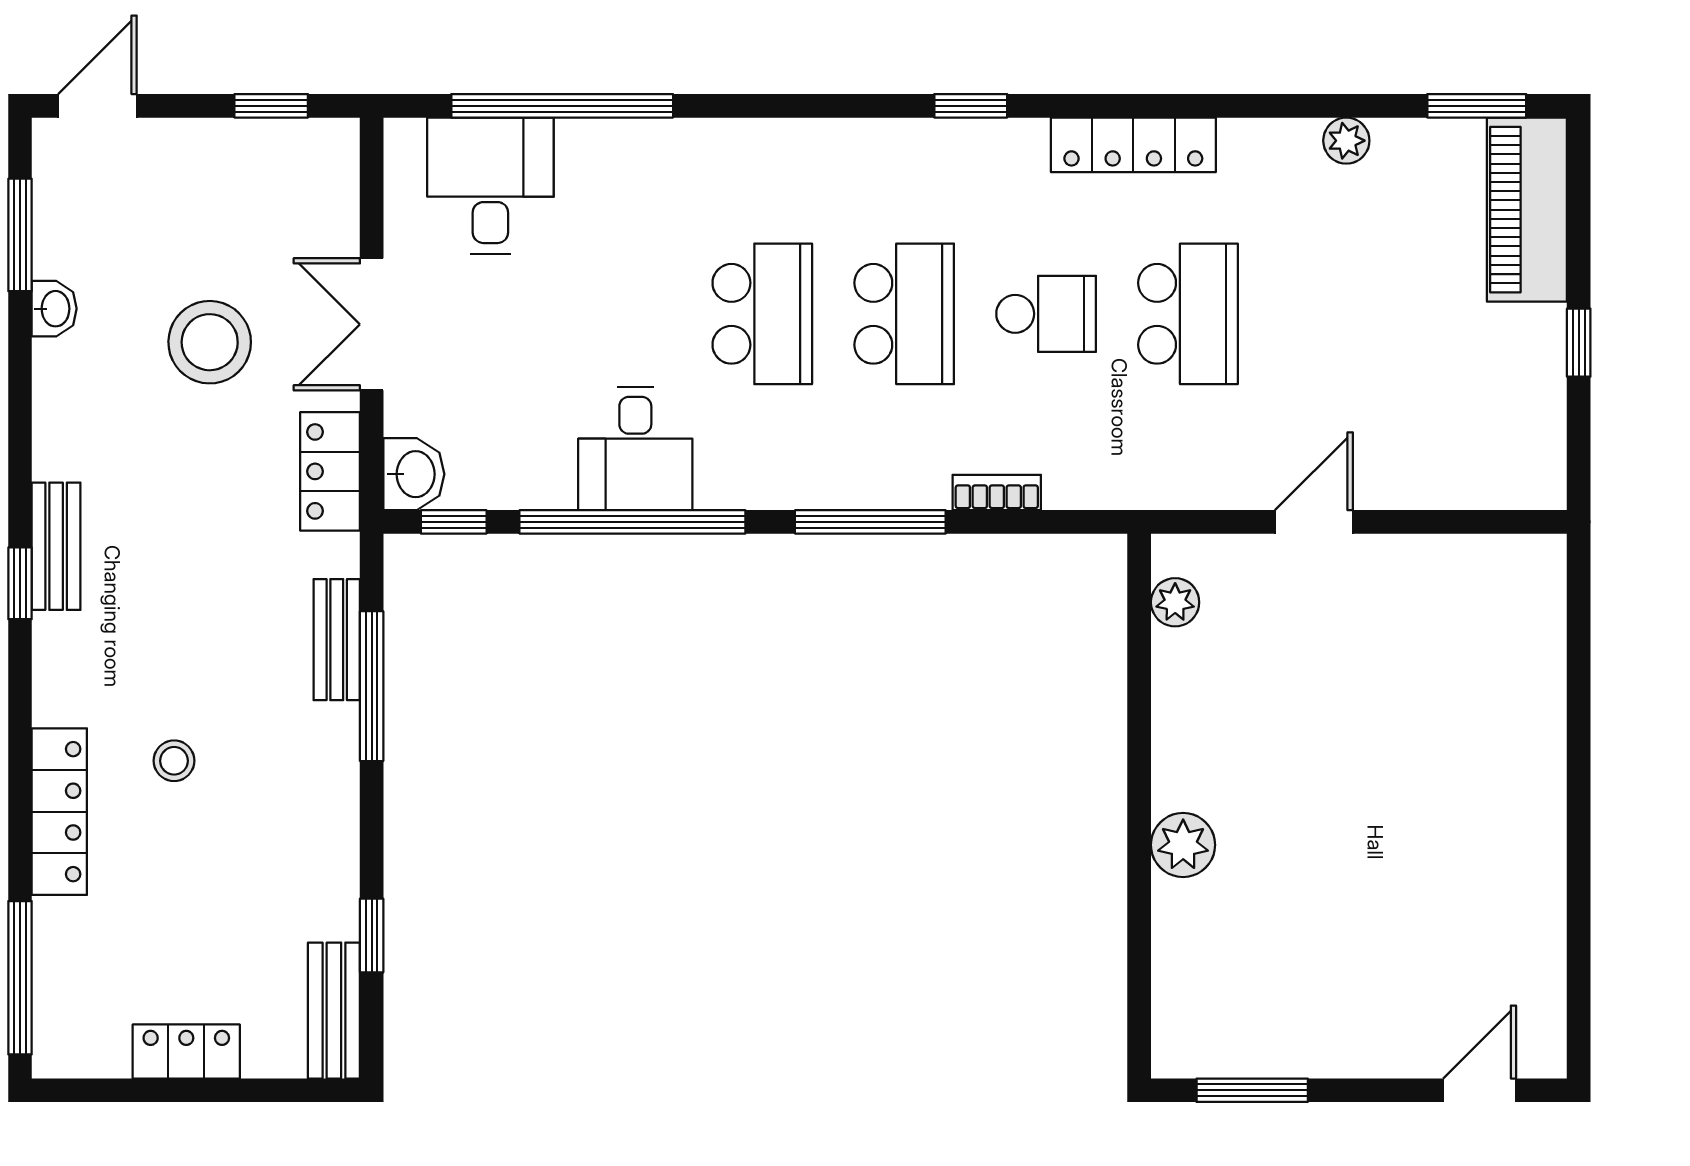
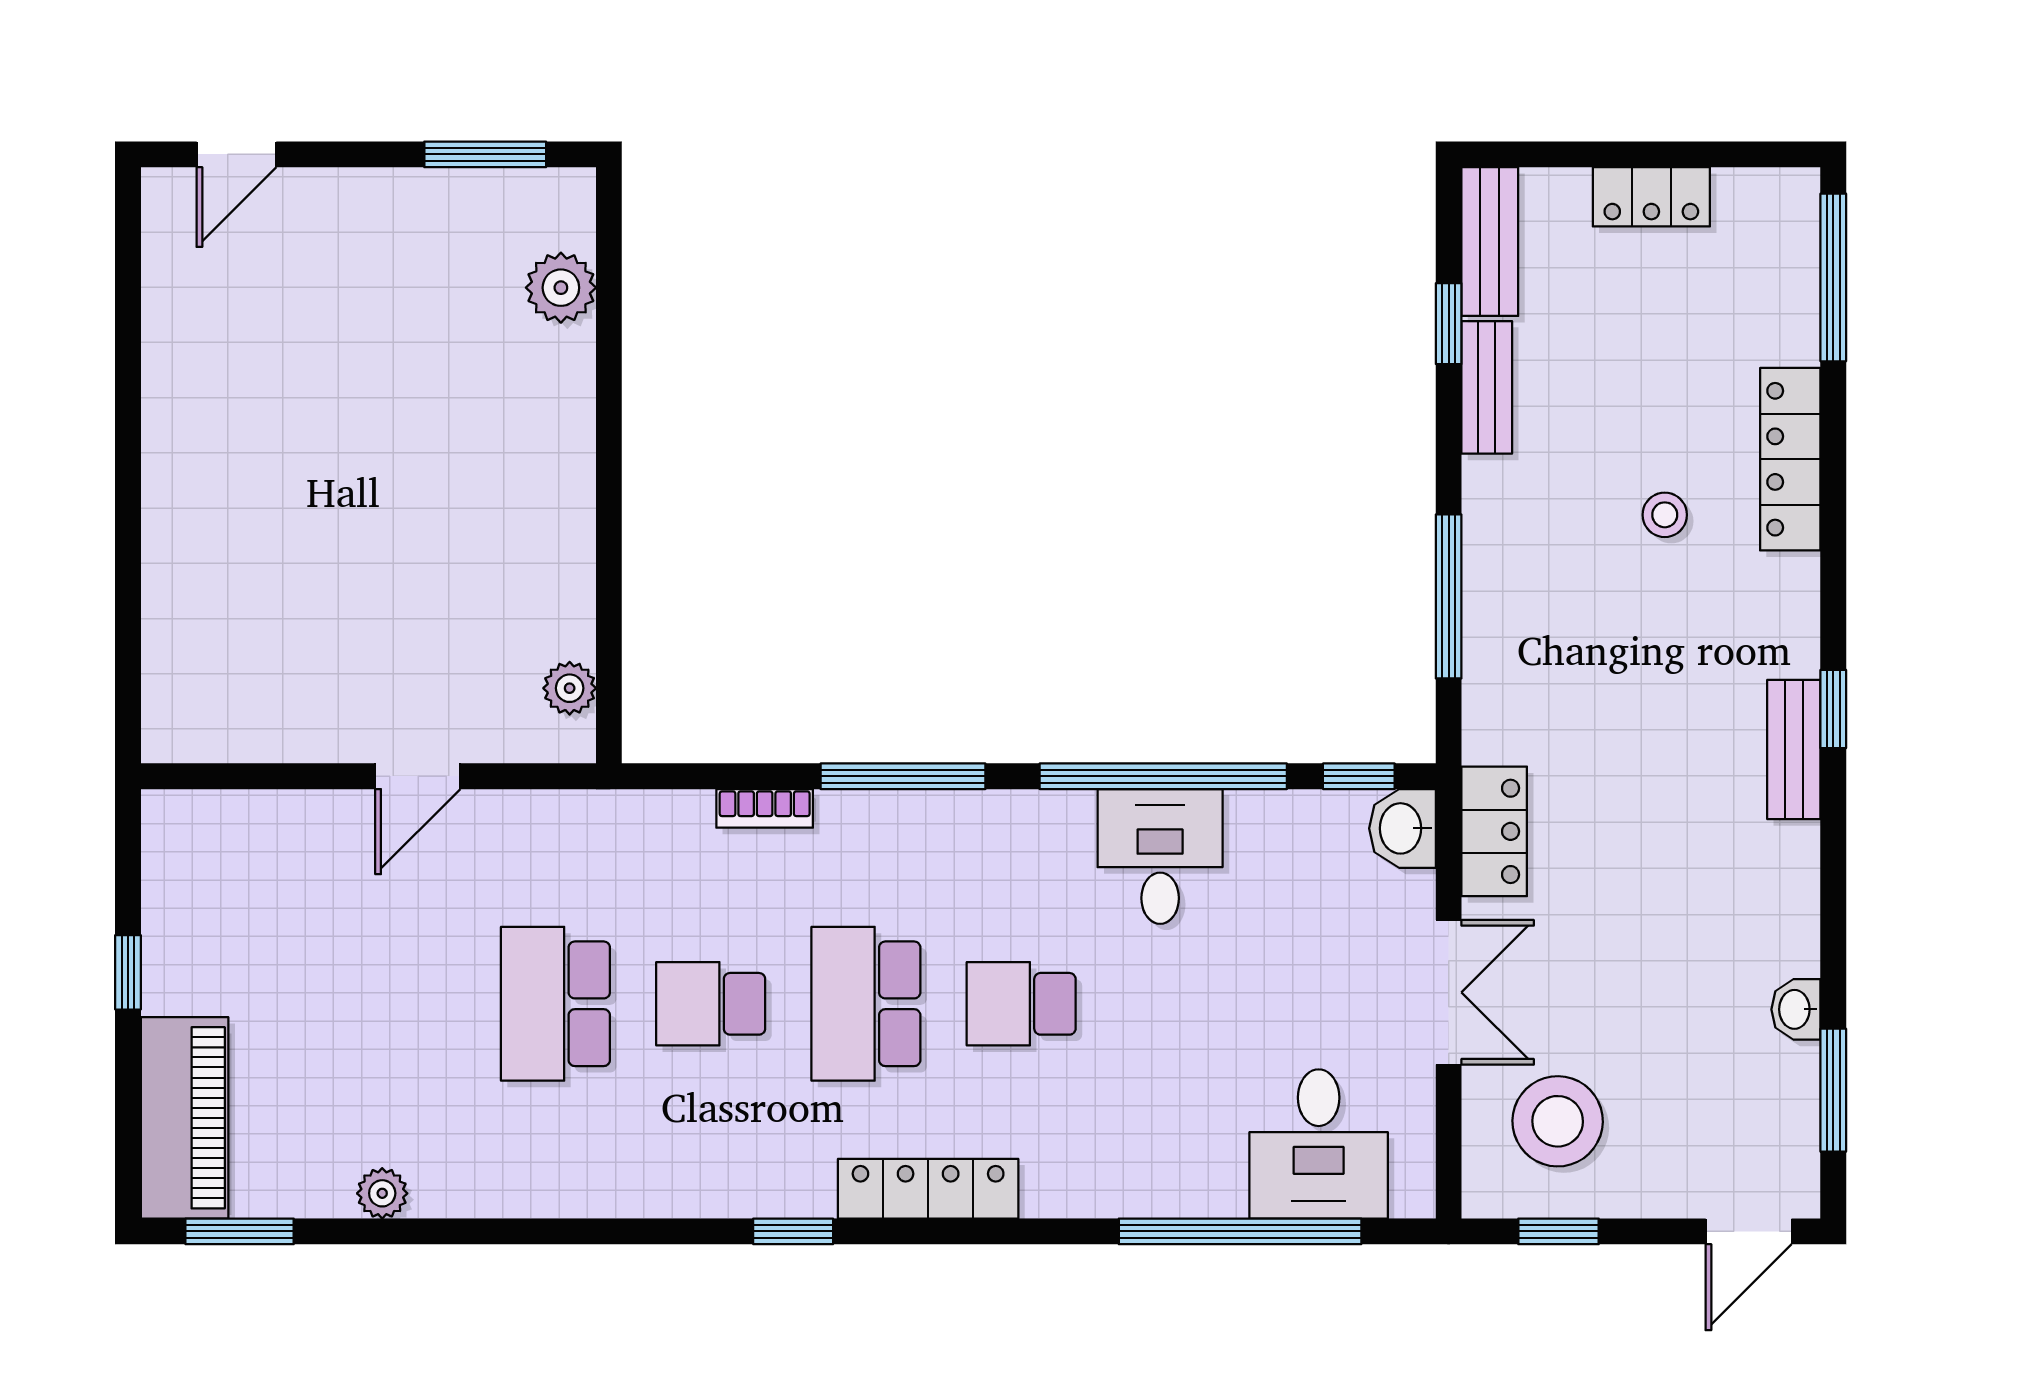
locker: (1133, 145) -> (928, 1189), moved
school desk: (762, 314) -> (1021, 1004), width x0.54
stool: (210, 342) -> (1558, 1121), moved
bench: (337, 640) -> (1487, 387), moved
plant: (1183, 845) -> (561, 288), moved

